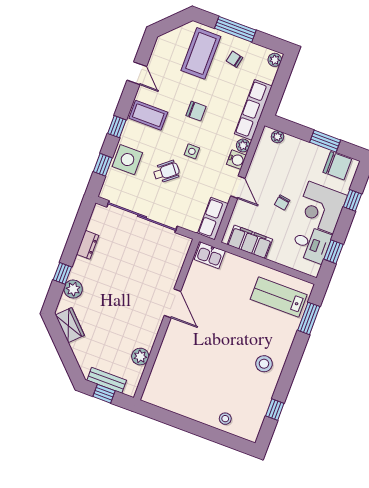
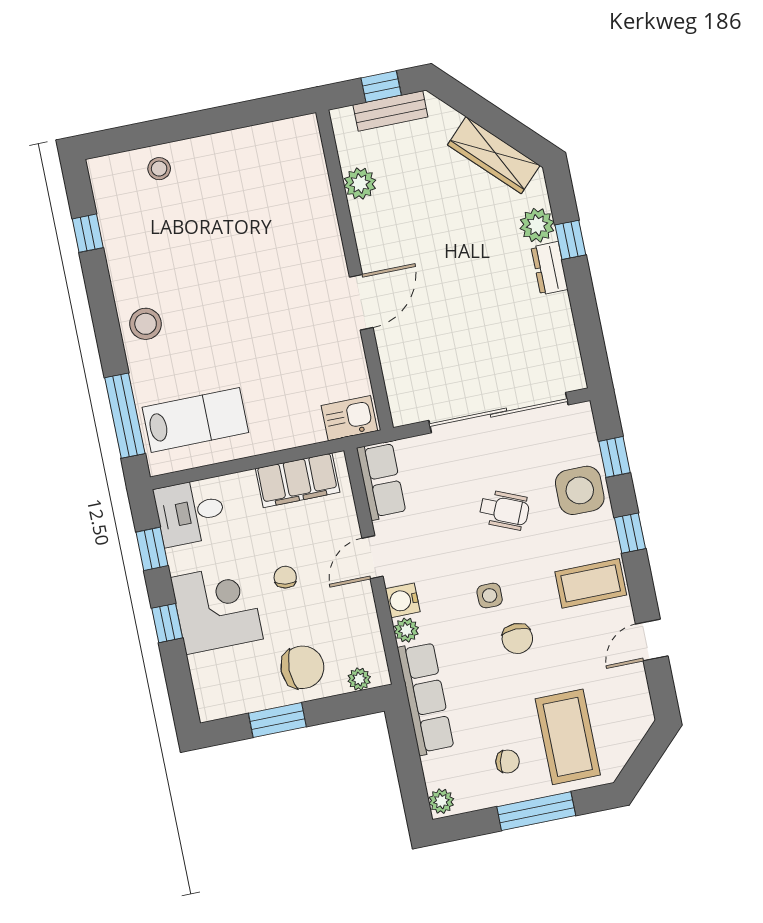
door: (137, 73) -> (652, 640), hinge flipped
chair: (196, 111) -> (517, 638), turned -90
side table: (192, 151) -> (490, 596), moved
chair: (337, 166) -> (302, 667), moved, turned 180
wheelchair: (166, 172) -> (504, 510), turned -118
door: (238, 187) -> (372, 557), hinge flipped
window: (353, 200) -> (167, 623), moved
desk: (311, 244) -> (190, 512), moved
dresser: (88, 245) -> (549, 268), moved
door: (172, 303) -> (361, 302), swing flipped
window: (309, 318) -> (125, 416), width x1.44
wardrobe: (70, 325) -> (494, 155), width x1.50
stool: (264, 364) -> (146, 324), moved

